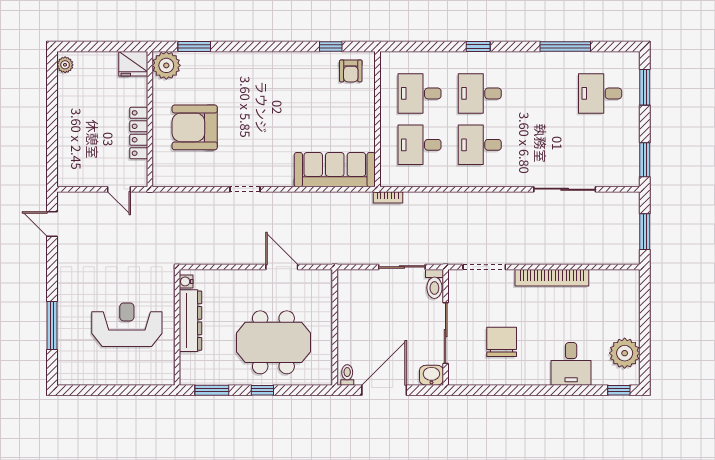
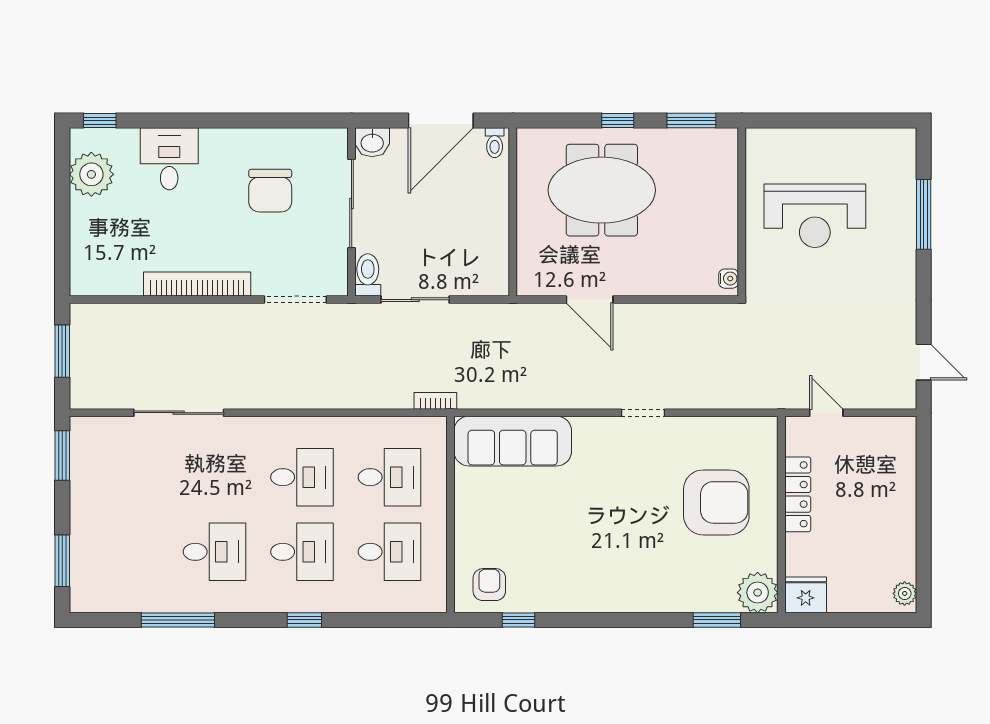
desk: (600, 93) -> (214, 552), moved
dresser: (191, 321) -> (722, 222), removed

